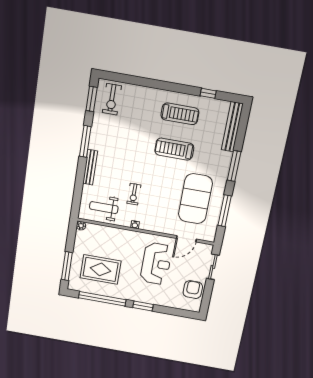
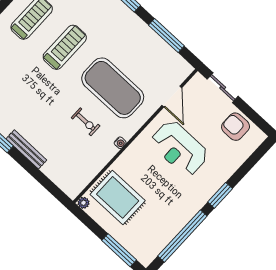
treadmill: (174, 149) -> (65, 47), turned 180
exercise mat: (195, 199) -> (113, 88), moved
weight bench: (104, 208) -> (79, 164), removed
reception desk: (156, 264) -> (179, 148), turned 180
rug: (100, 269) -> (118, 197), moved, turned 90

